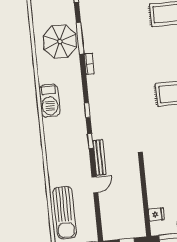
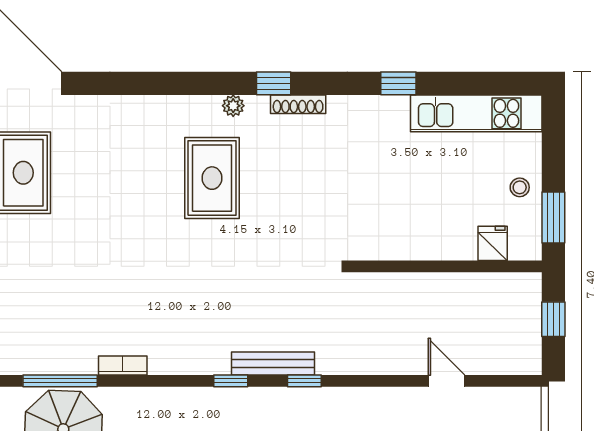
bench: (99, 157) -> (273, 364), moved
door: (95, 185) -> (446, 381), moved

